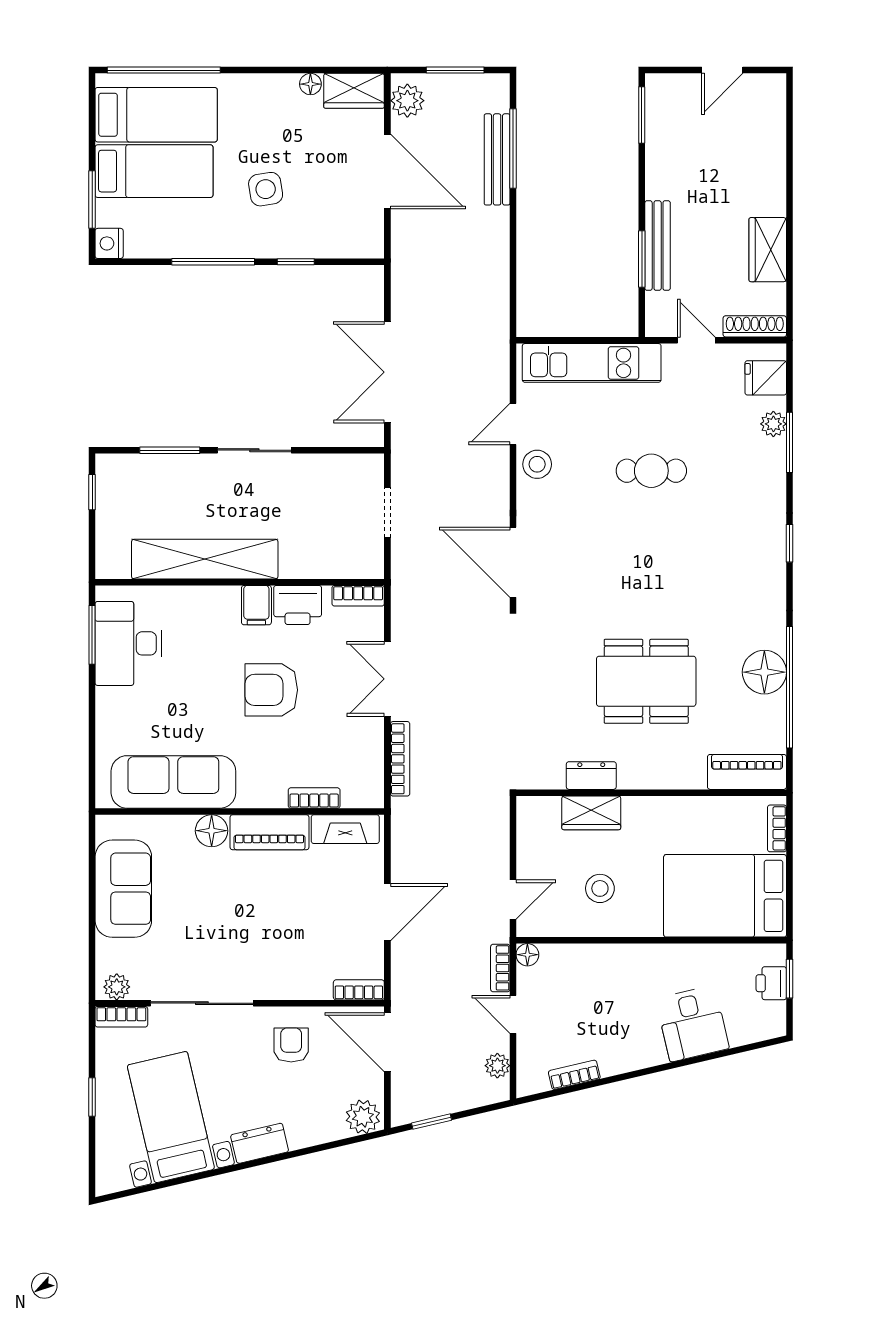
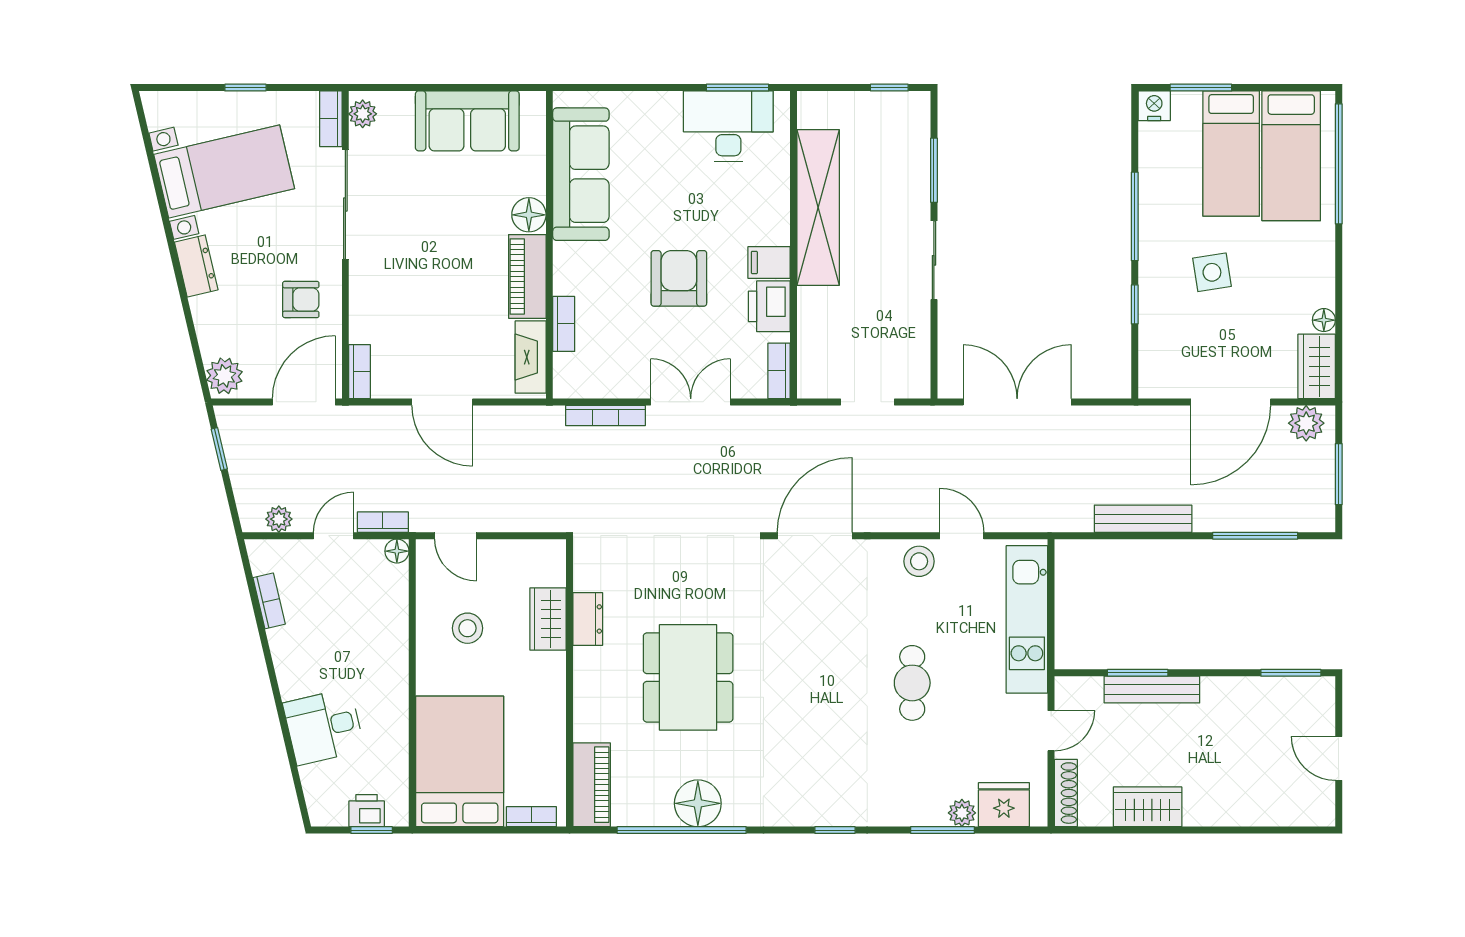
bench: (497, 159) -> (1143, 519), moved
fridge: (766, 378) -> (1004, 805), width x1.38

